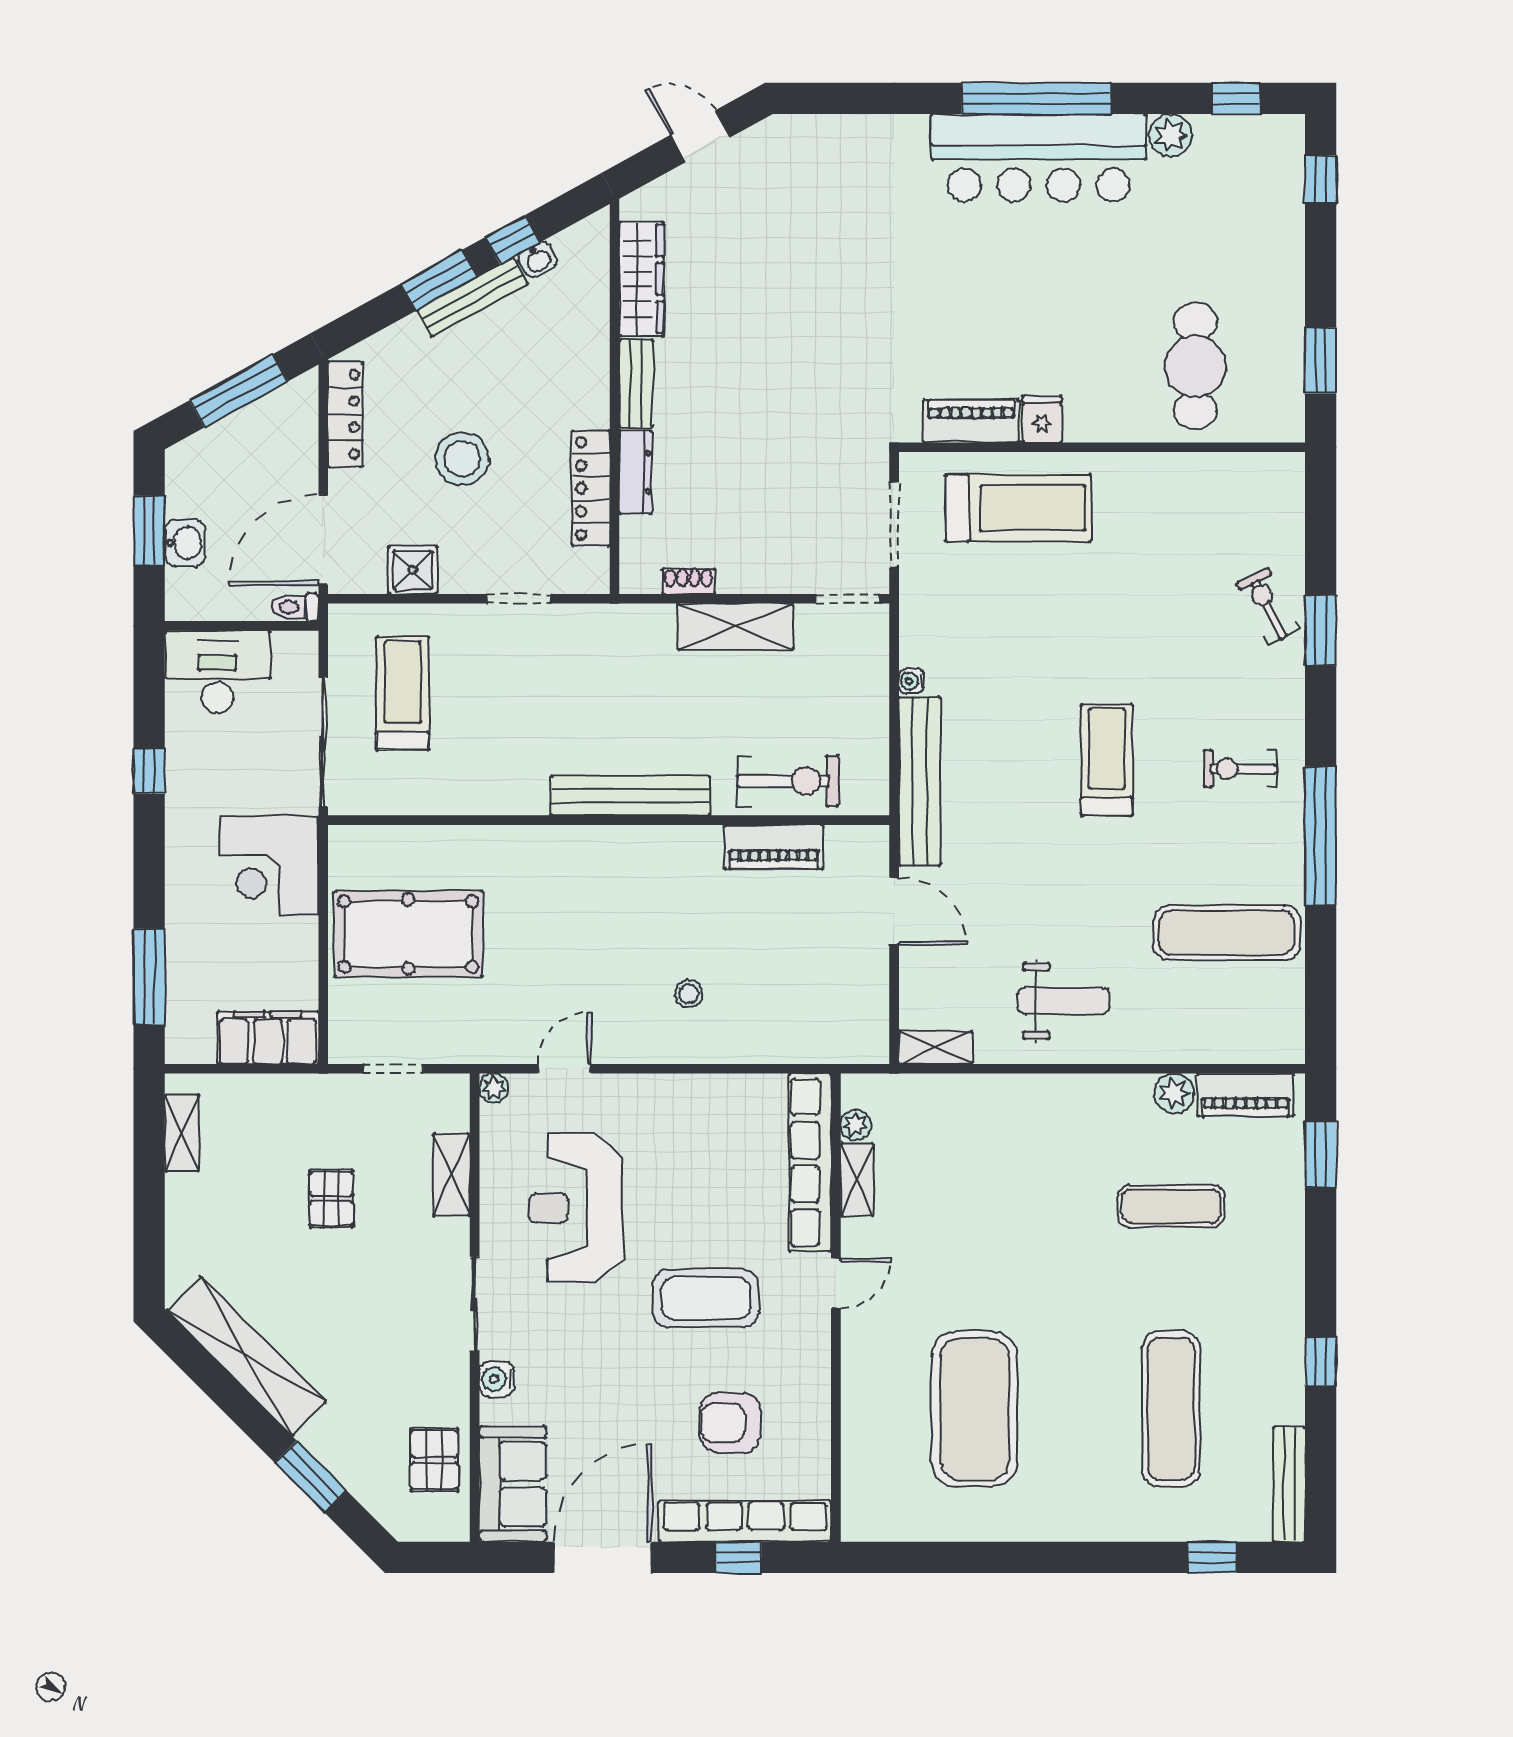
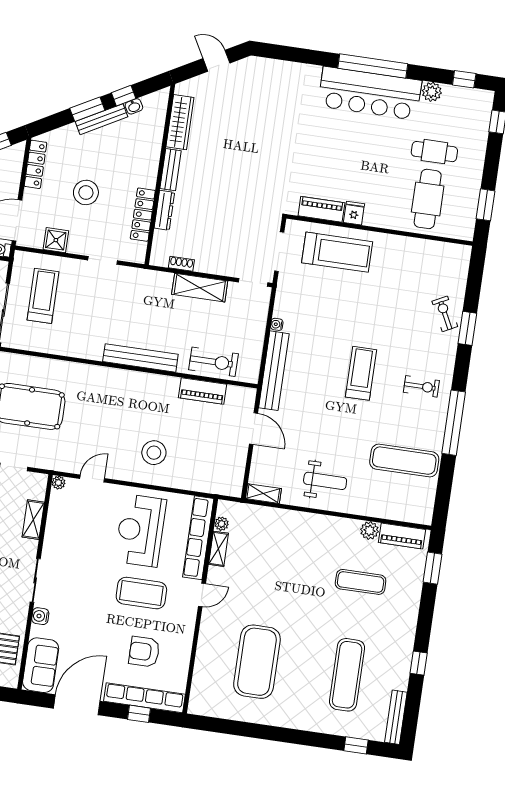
cafe table: (1195, 262) -> (434, 152), added
exercise bike: (1240, 769) -> (421, 386), turned 180
stool: (689, 994) -> (154, 453), width x1.89, depth x1.89
reception desk: (576, 1208) -> (140, 531), moved

